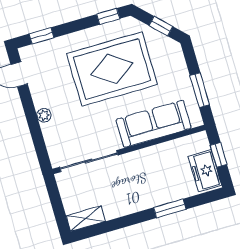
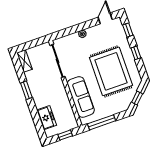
window: (108, 16) -> (136, 53), moved
window: (200, 90) -> (102, 122), width x1.44
freezer: (205, 171) -> (47, 118), moved, turned 90
window: (170, 208) -> (26, 90), moved

